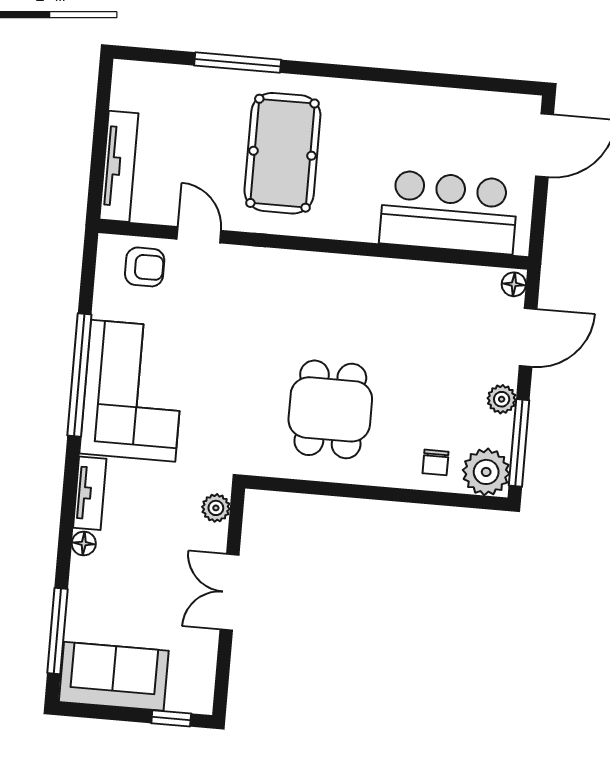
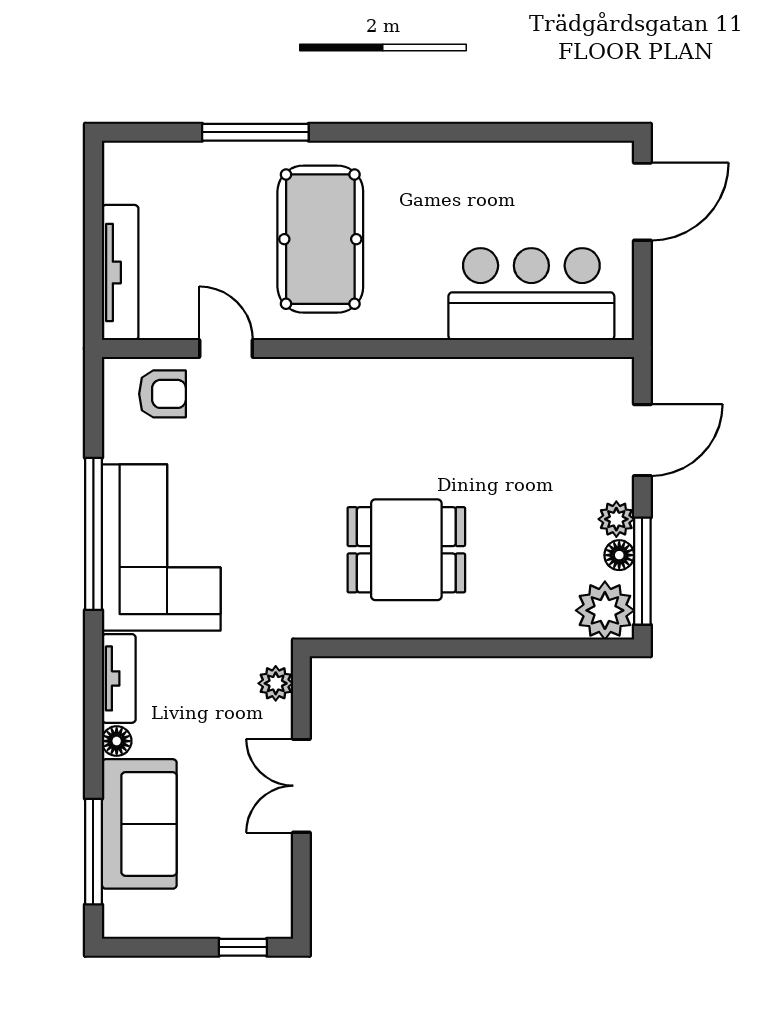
floor lamp: (514, 284) -> (619, 555), moved
dining table: (330, 409) -> (406, 550), turned 90
chair: (436, 462) -> (542, 604), removed
sofa: (114, 676) -> (139, 824), moved, turned 90

